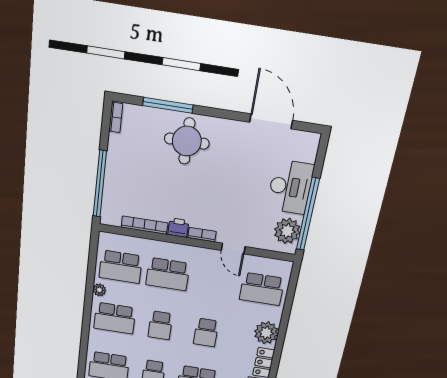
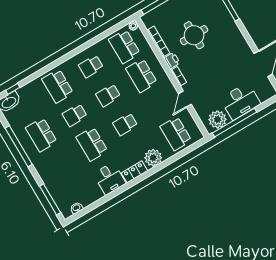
round table: (187, 141) -> (194, 35), moved
plant: (99, 290) -> (133, 26), moved
school desk: (115, 318) -> (91, 66), width x0.54

